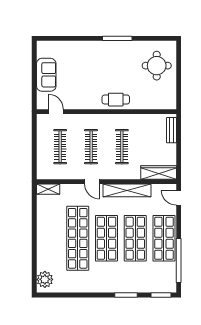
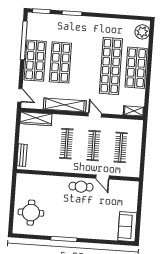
sofa: (46, 75) -> (127, 227), moved
cafe table: (116, 100) -> (81, 187), moved
door: (56, 112) -> (102, 177), moved
shop shelf: (106, 238) -> (136, 68), moved

